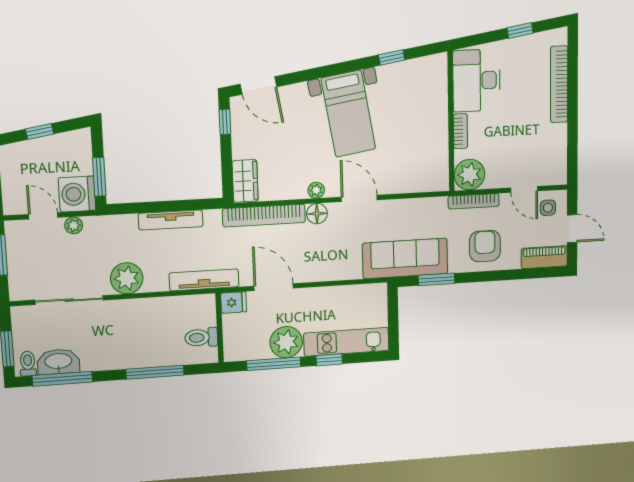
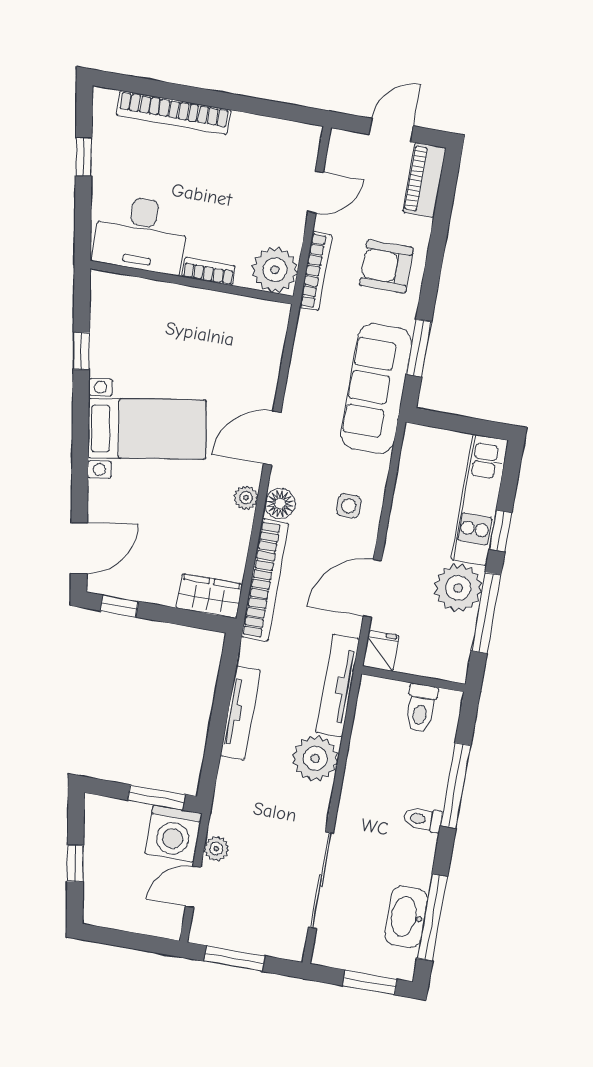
side table: (548, 208) -> (349, 506), moved
plant: (127, 278) -> (315, 758), moved
toilet: (28, 364) -> (423, 819), moved

